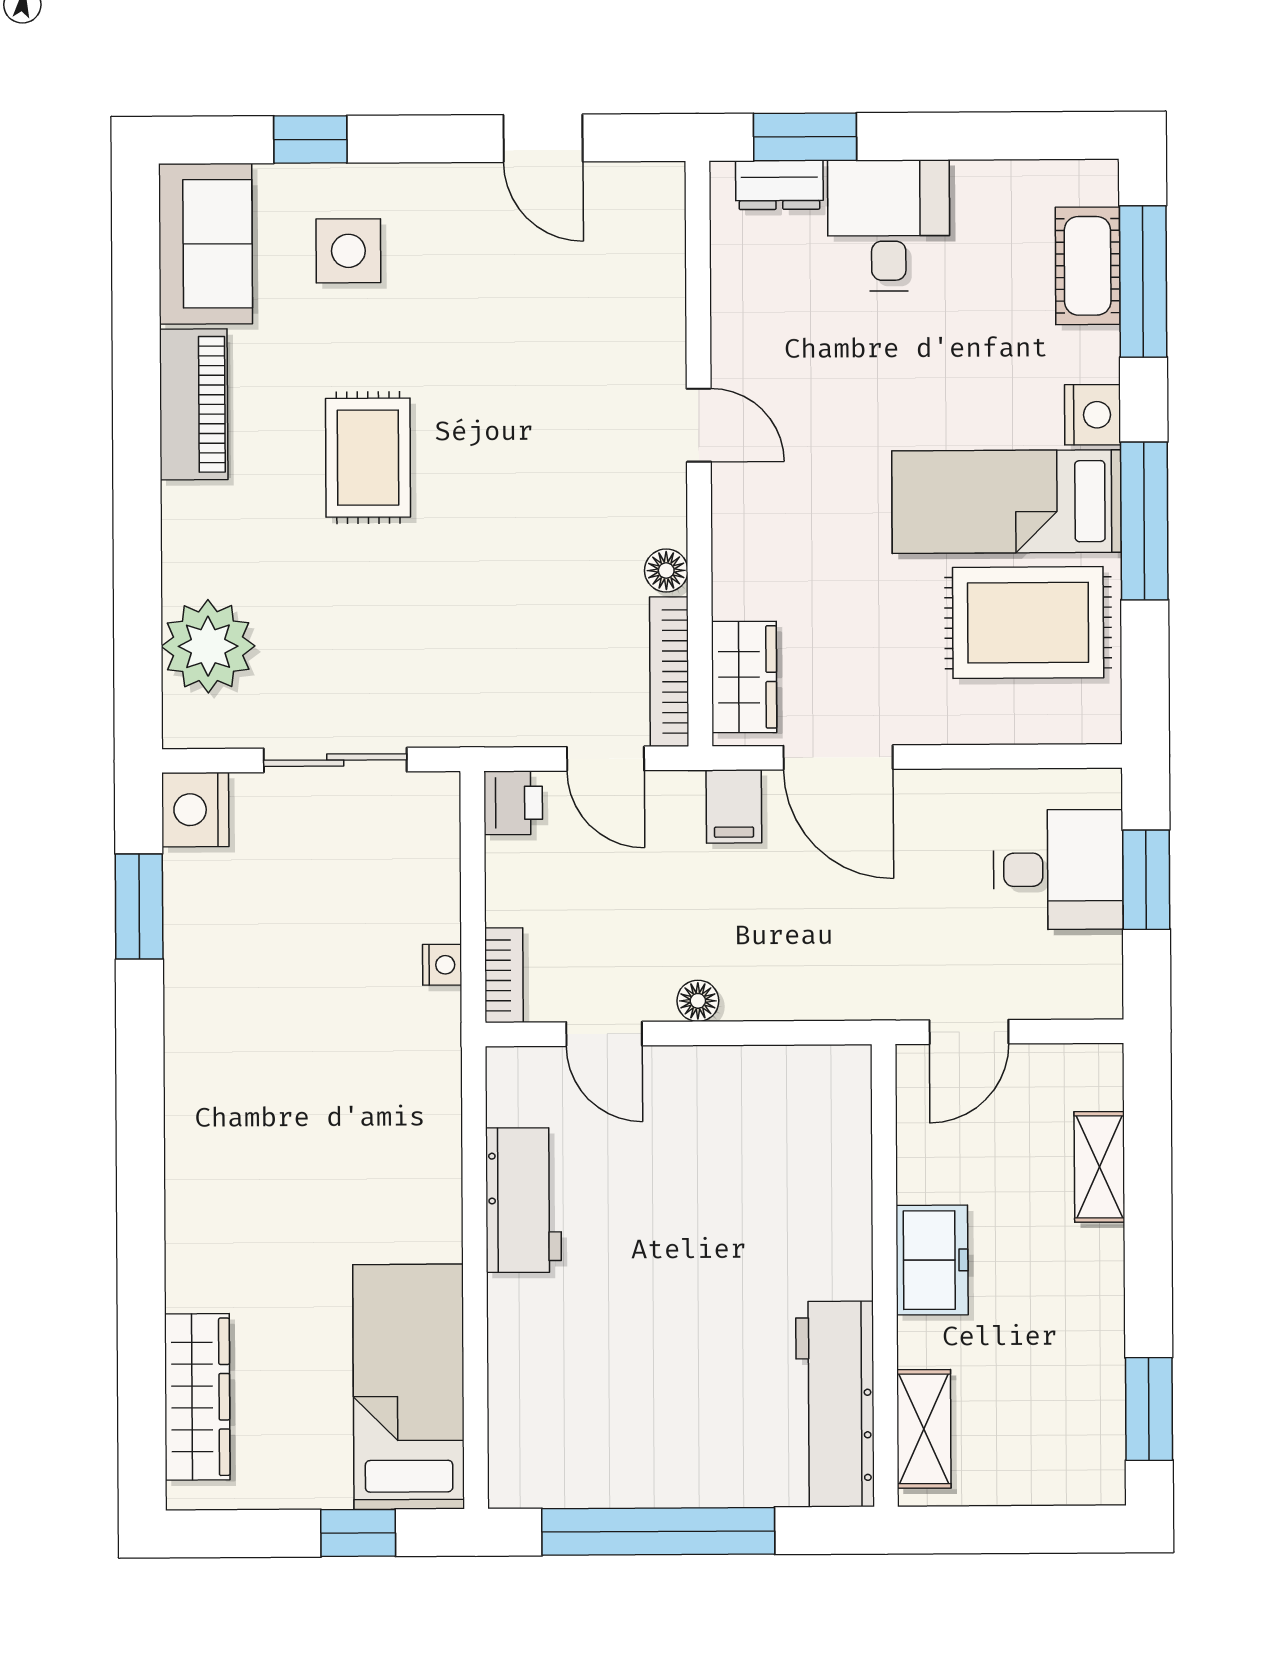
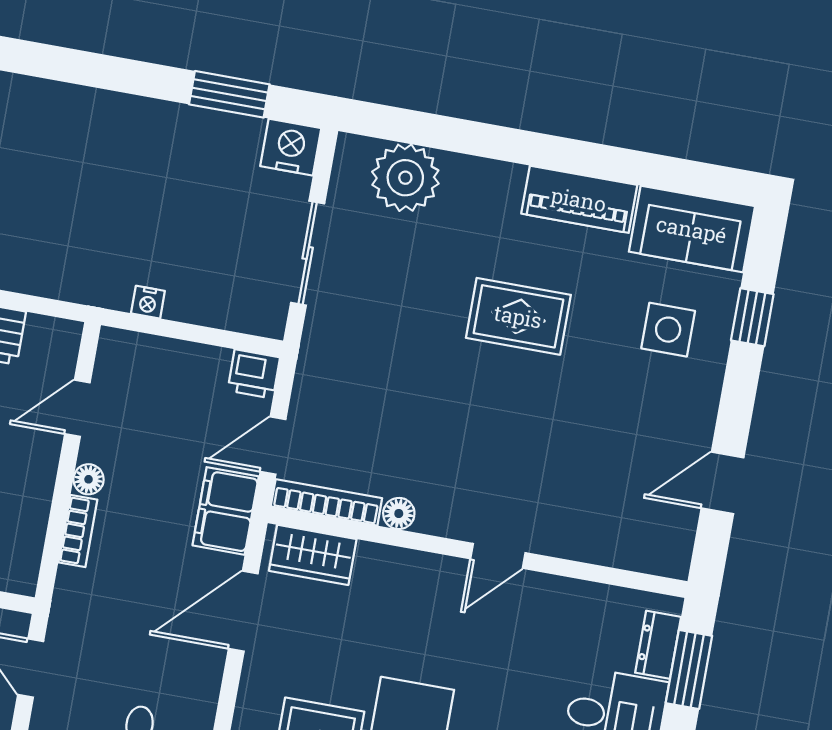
filing cabinet: (734, 806) -> (226, 511), width x2.00
bookcase: (504, 975) -> (78, 531), moved, turned -90

